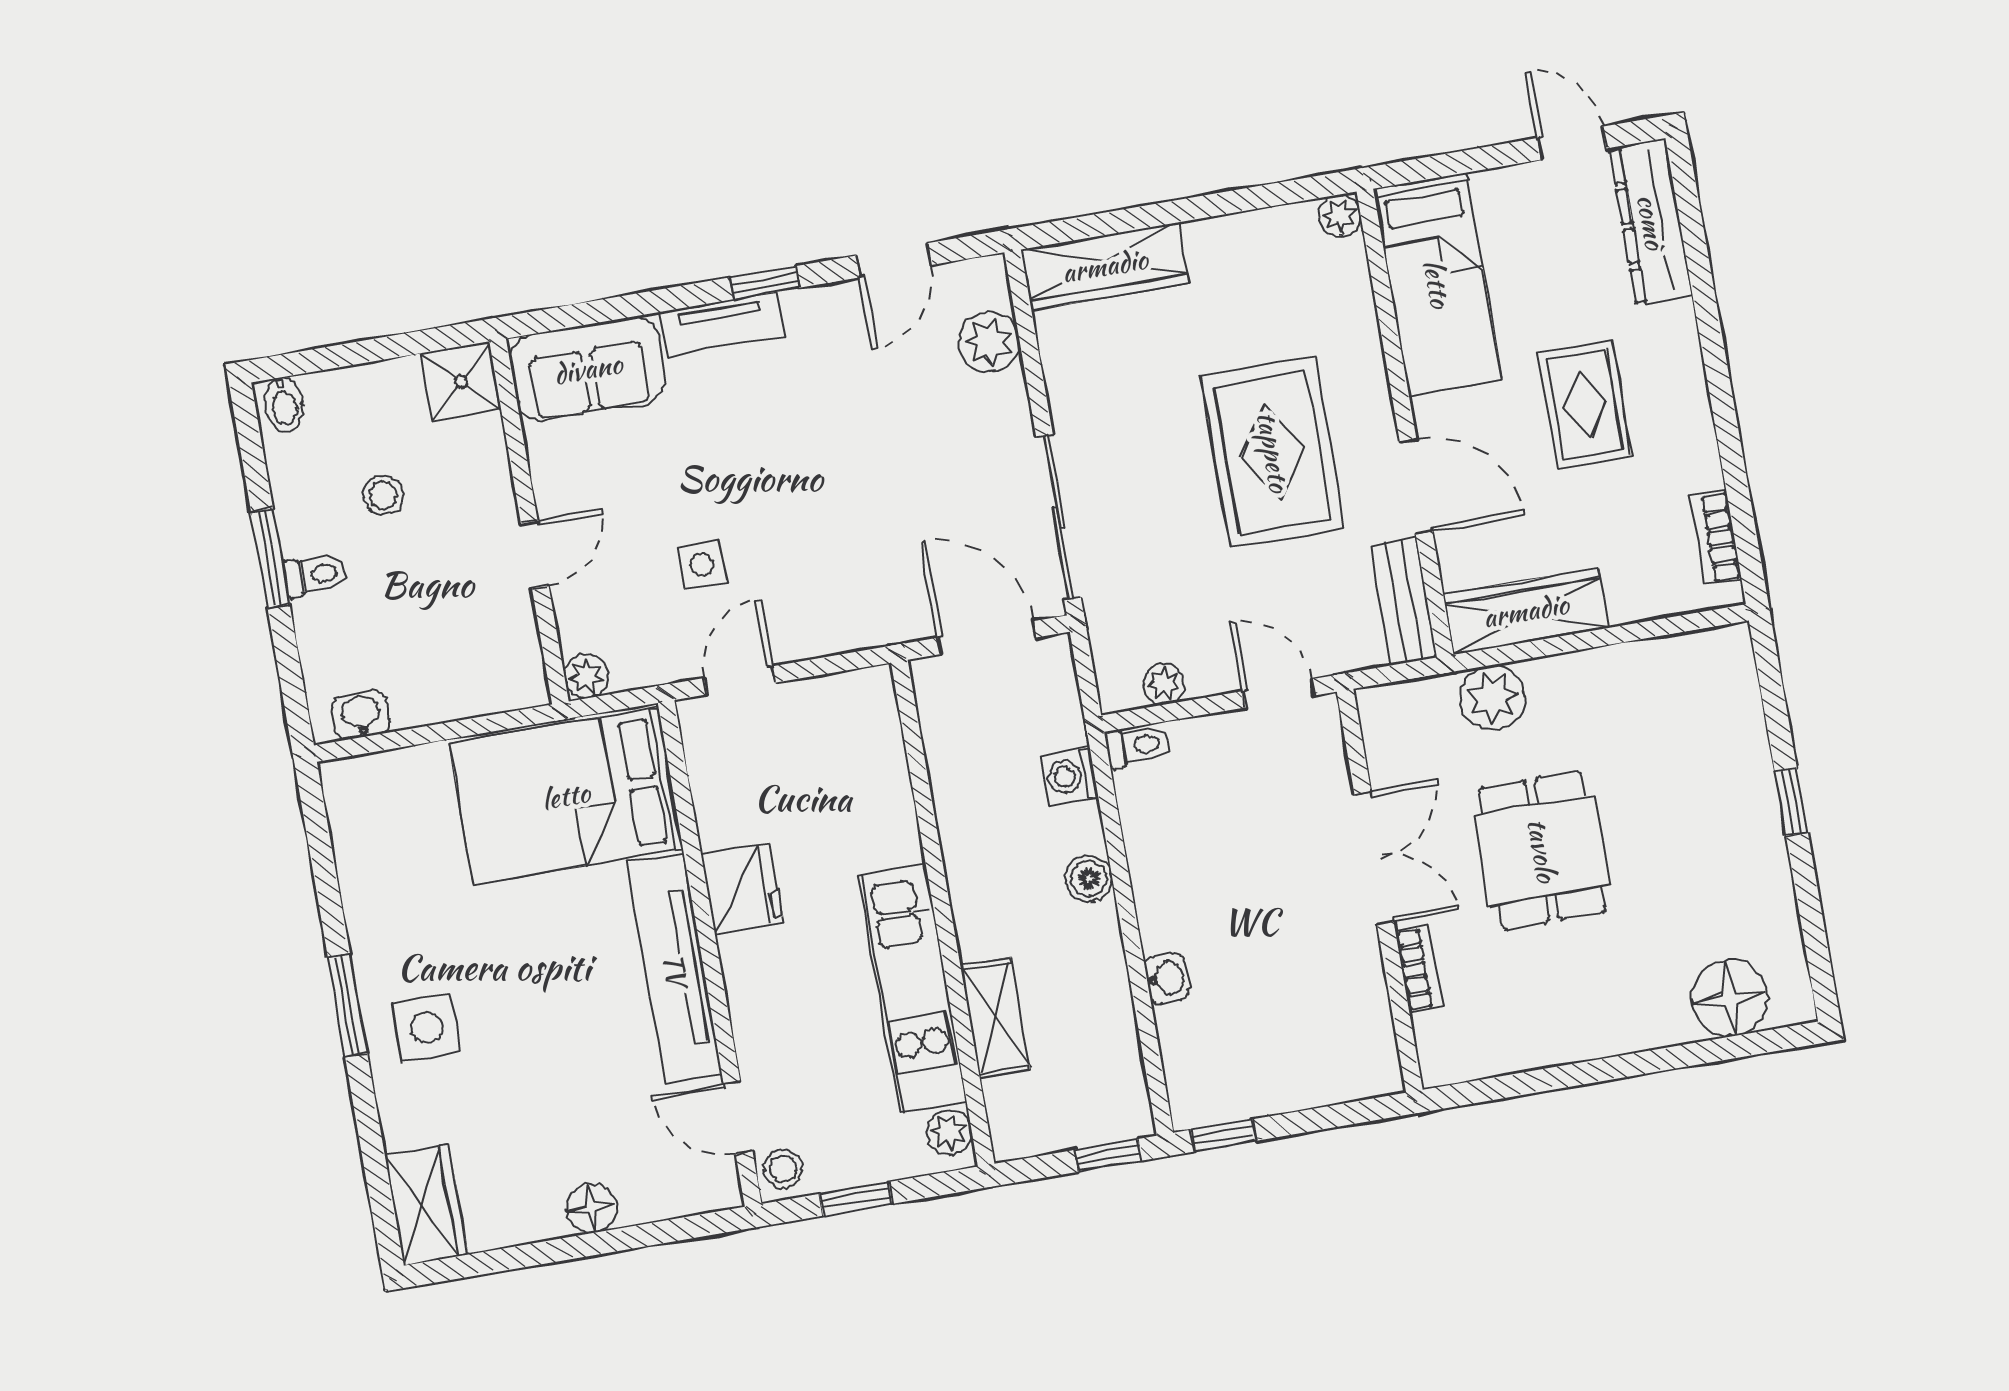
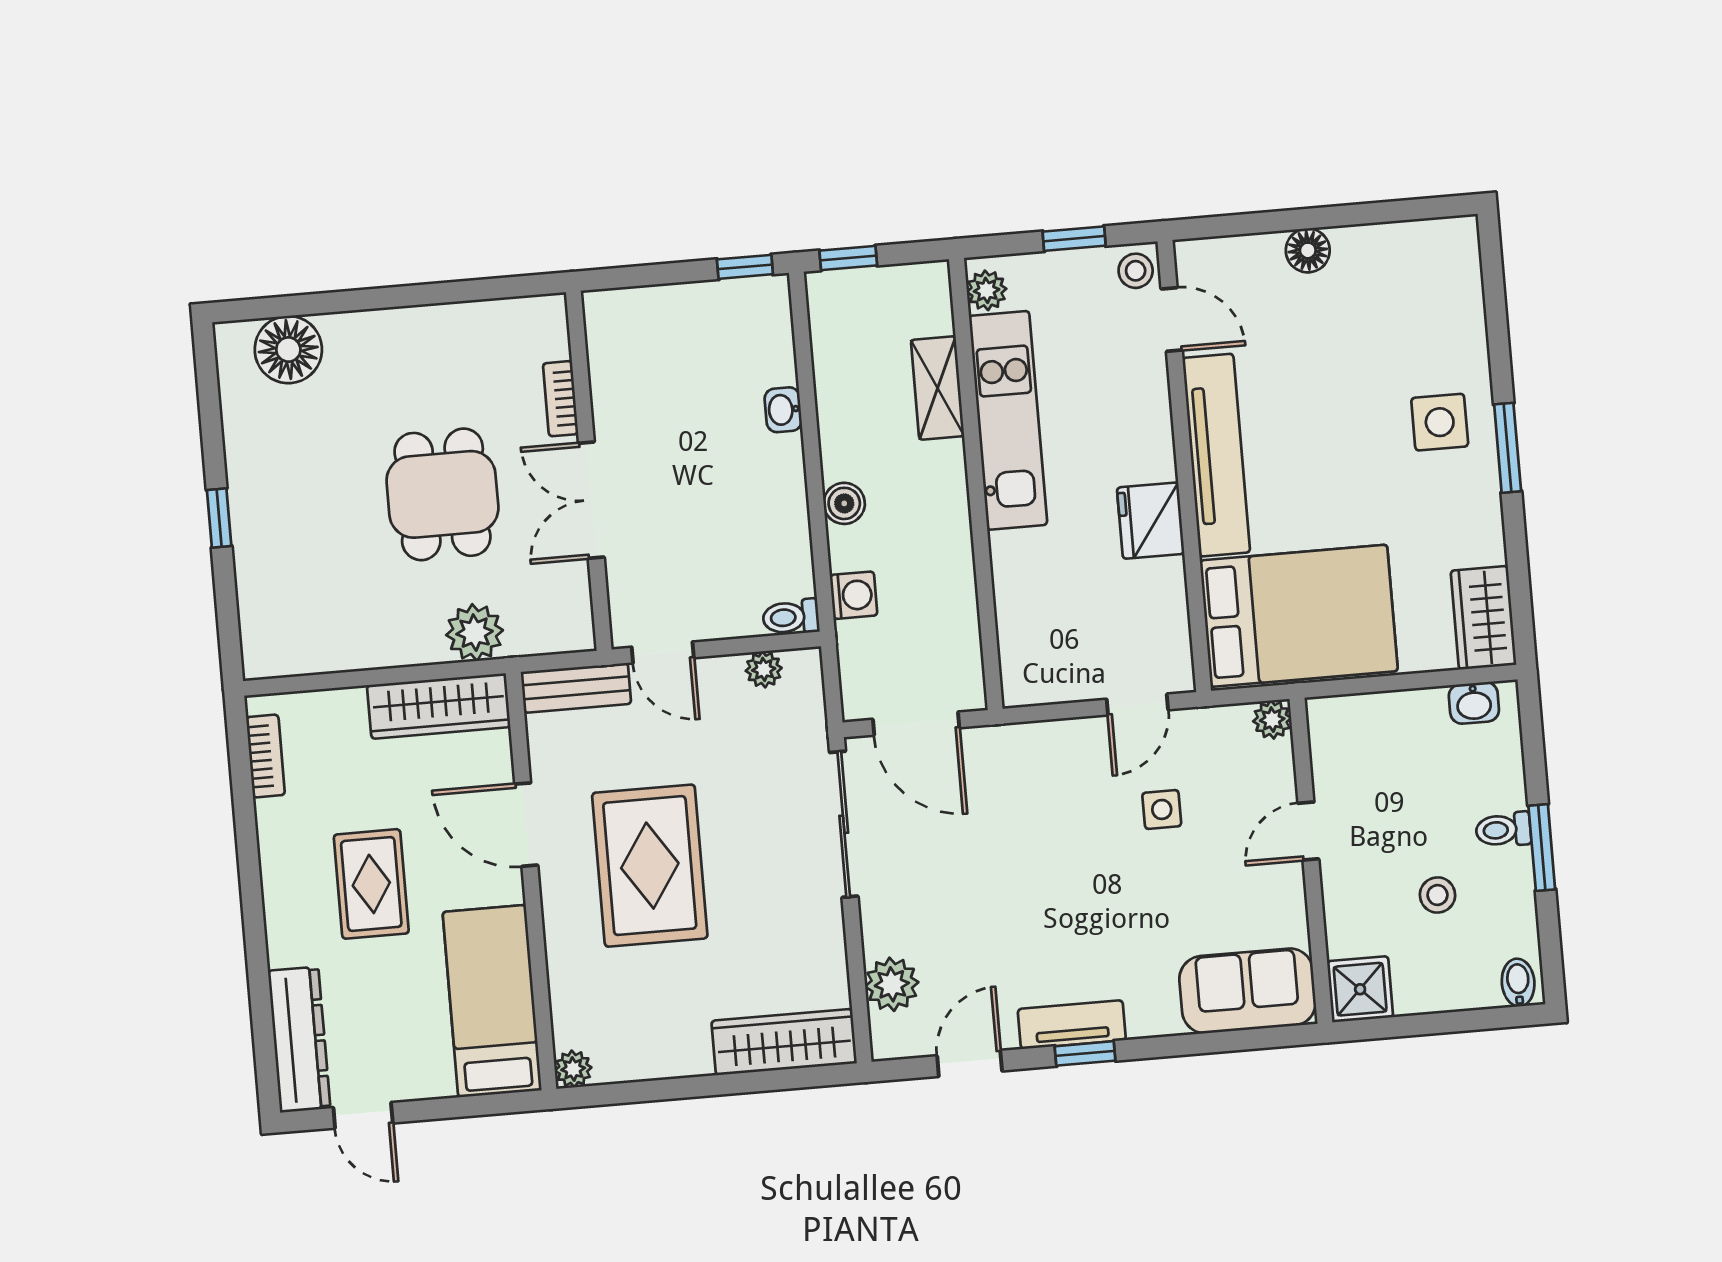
tv unit: (722, 324) -> (1072, 1025), moved
bench: (1404, 602) -> (576, 688), moved, turned 90
wardrobe: (426, 1205) -> (1483, 618), moved

